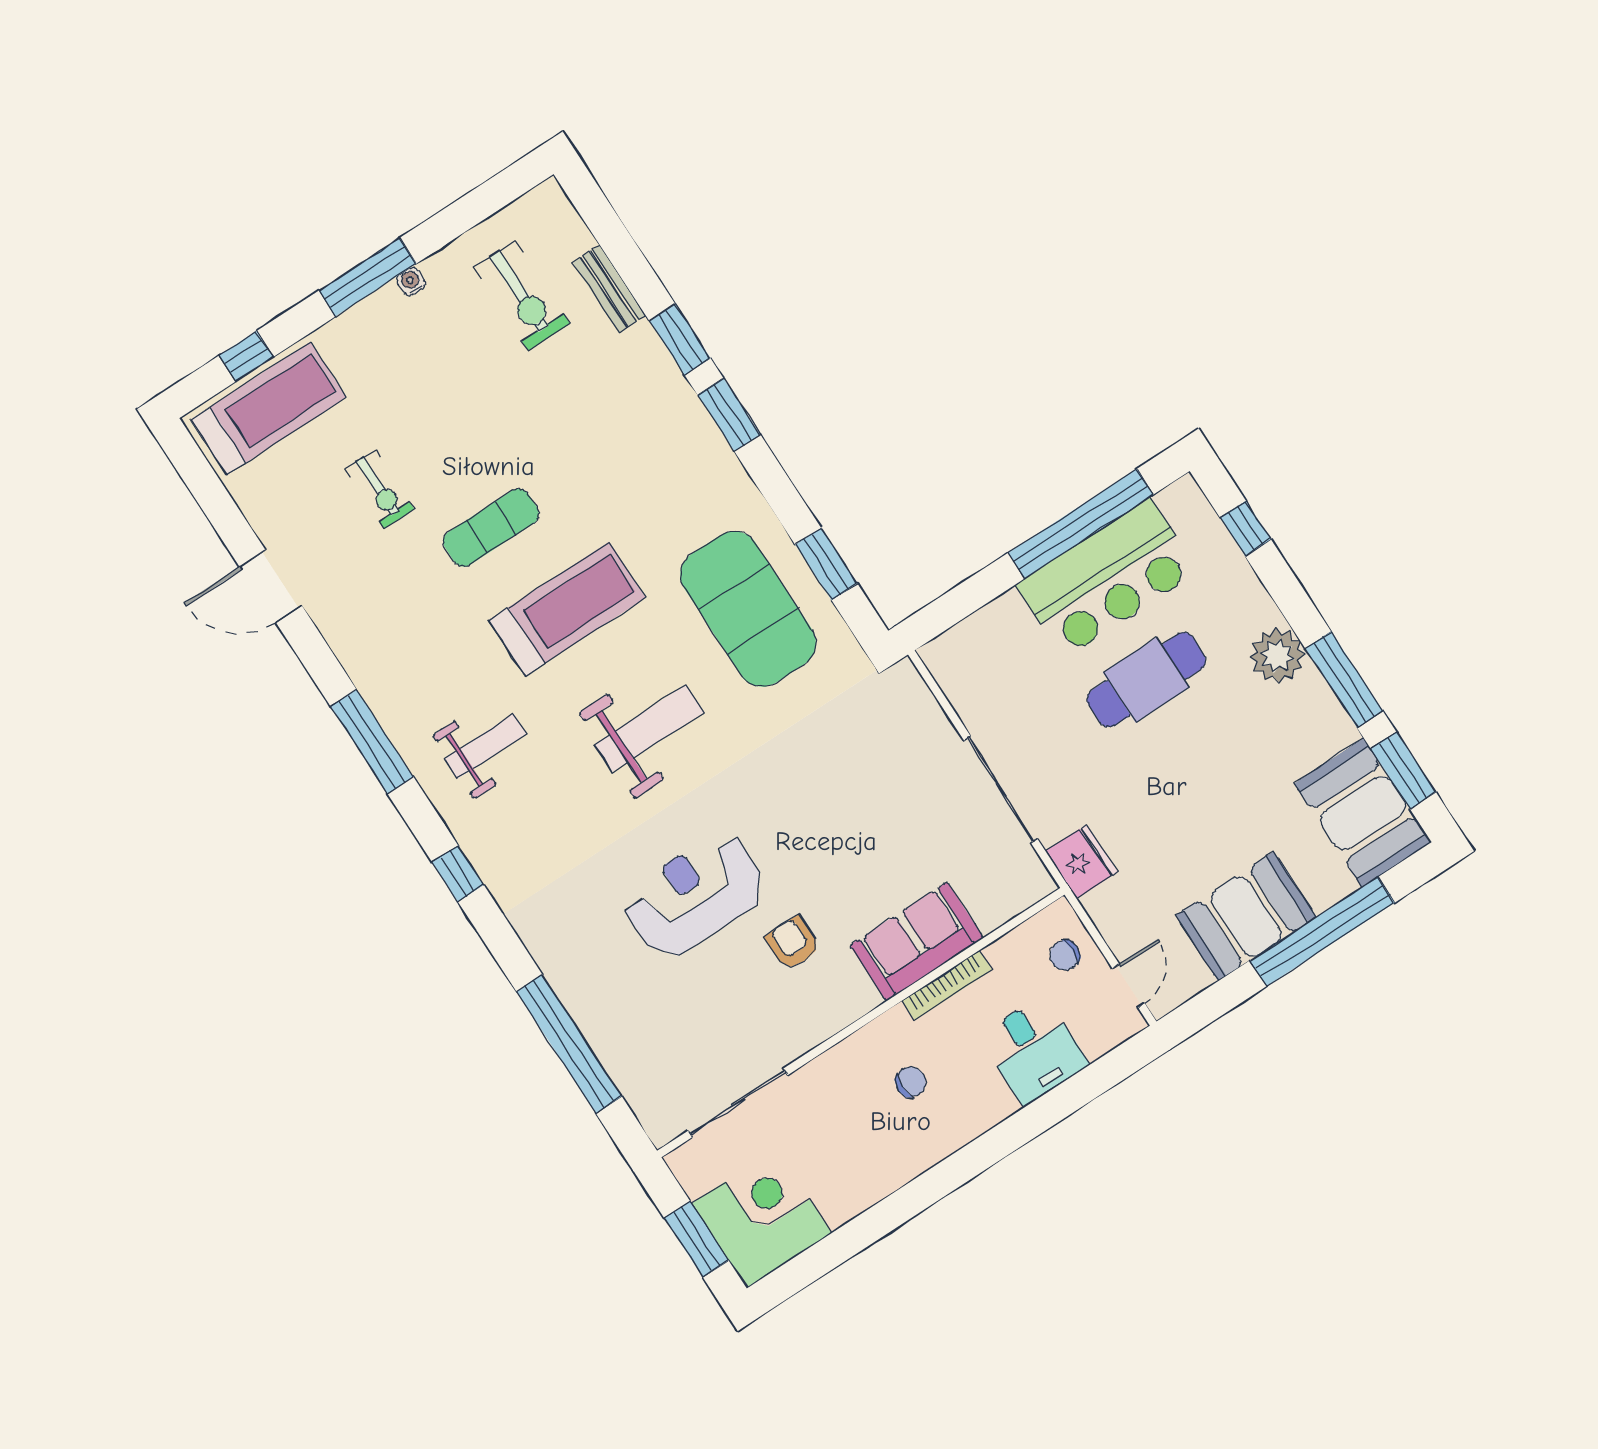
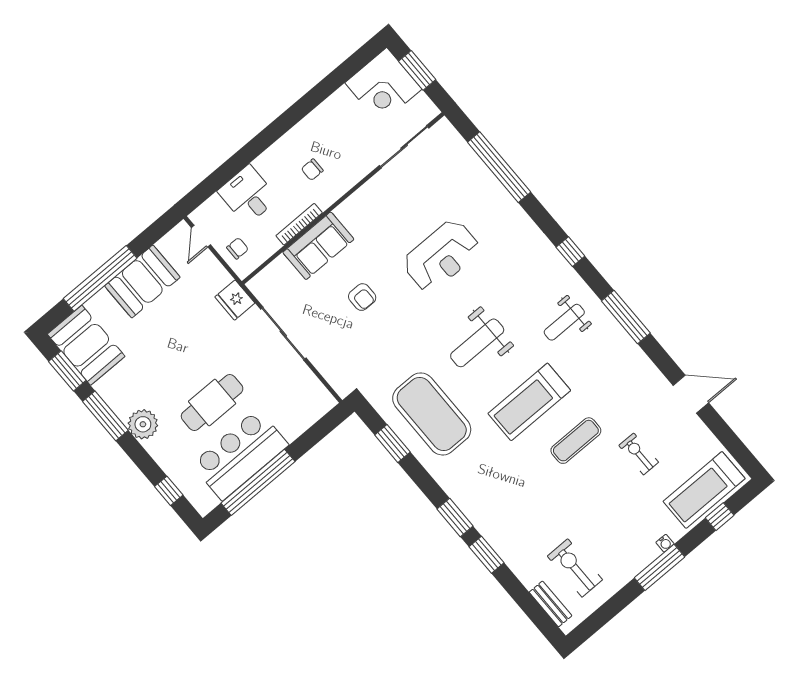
water cooler: (411, 282) -> (665, 543), moved
bench: (609, 289) -> (550, 604), moved
armchair: (793, 943) -> (362, 297), moved

